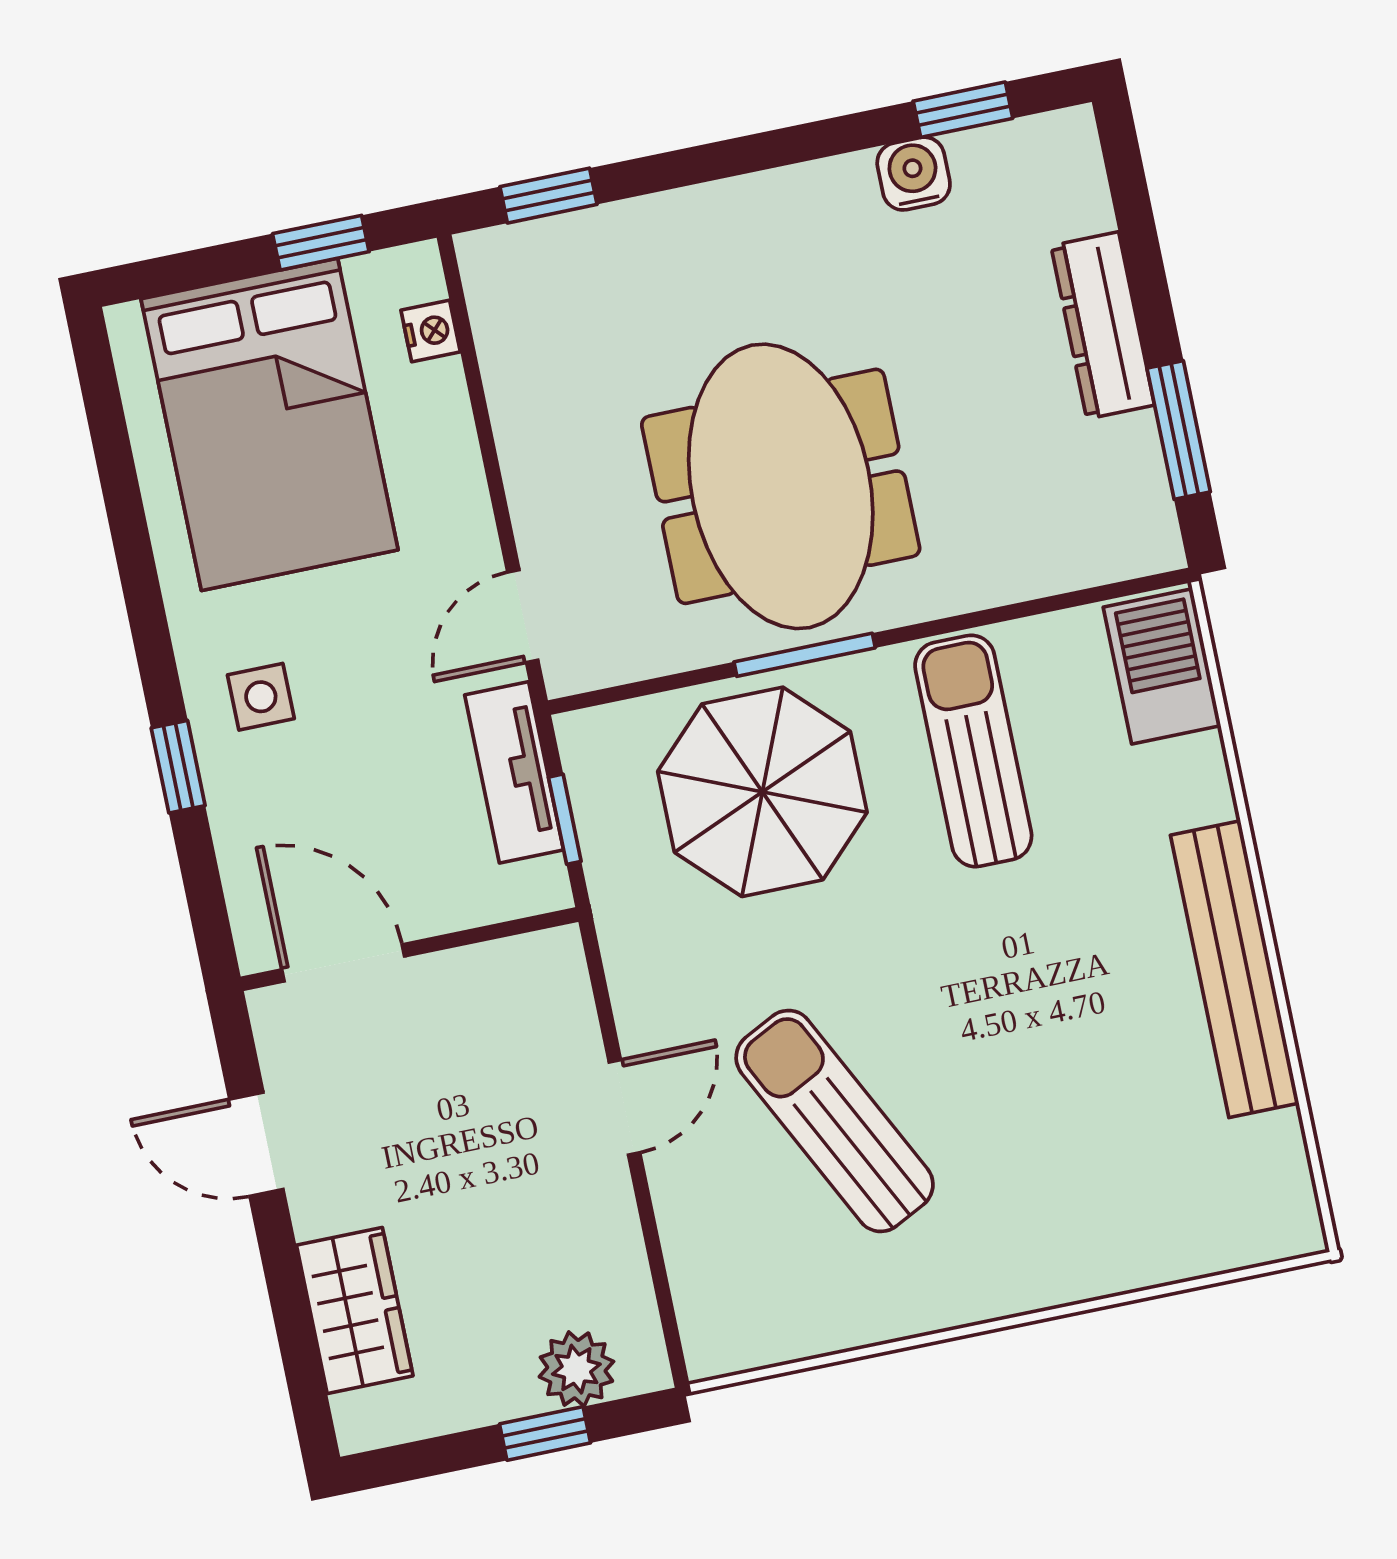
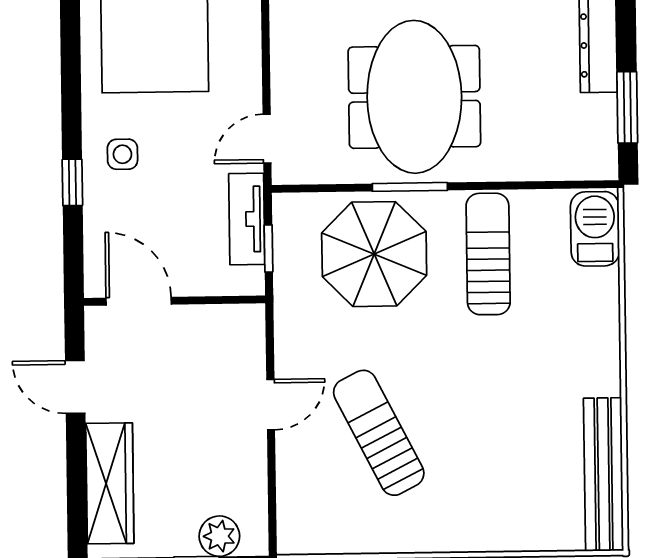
bench: (1235, 969) -> (604, 474), moved
wardrobe: (355, 1311) -> (110, 483), width x1.50

